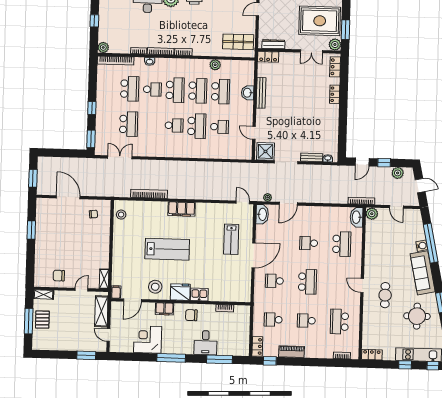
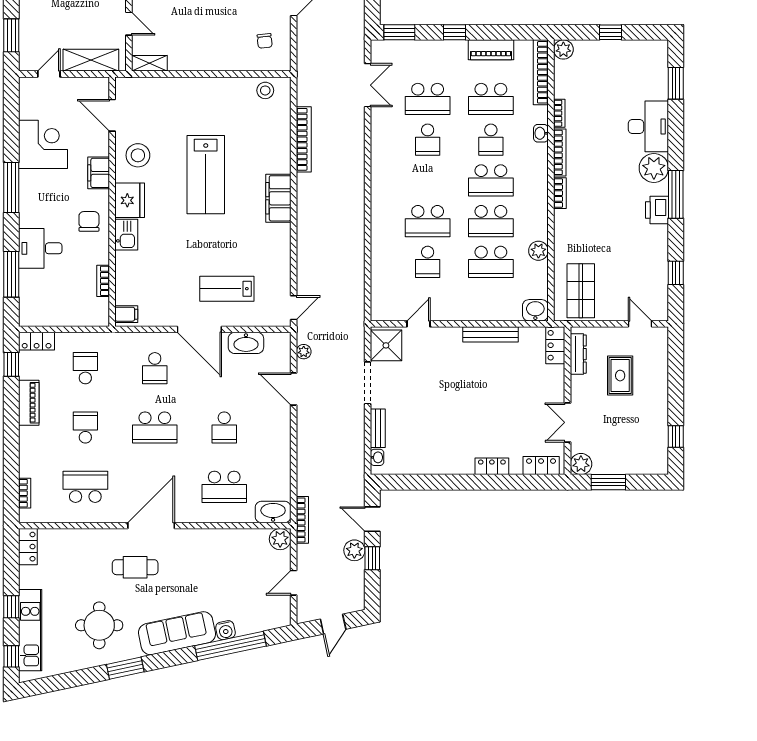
rug: (320, 21) -> (620, 376), moved, width x0.54, depth x0.49
piano: (102, 88) -> (491, 50), added
washbasin: (248, 93) -> (535, 310), moved
school desk: (174, 125) -> (428, 140), moved
plant: (398, 173) -> (354, 550), moved
washbasin: (262, 214) -> (246, 343), moved
school desk: (309, 243) -> (224, 428), turned 180
school desk: (274, 281) -> (155, 368), turned 180
door: (362, 286) -> (151, 526), width x1.88
filing cabinet: (116, 292) -> (126, 314), moved

